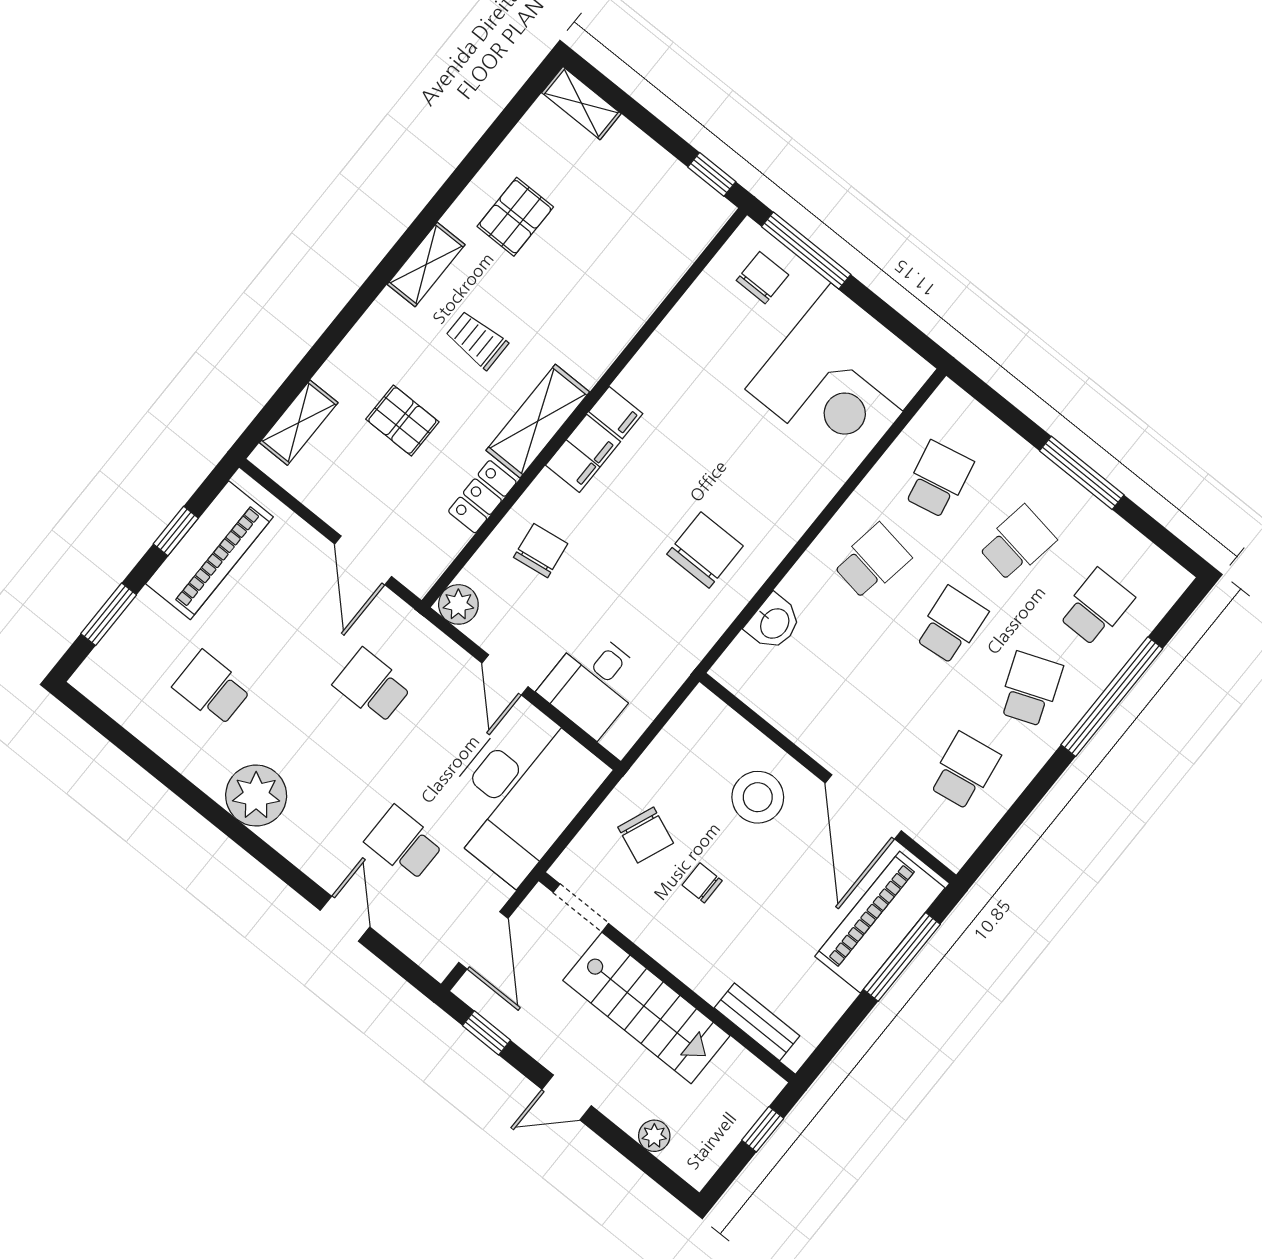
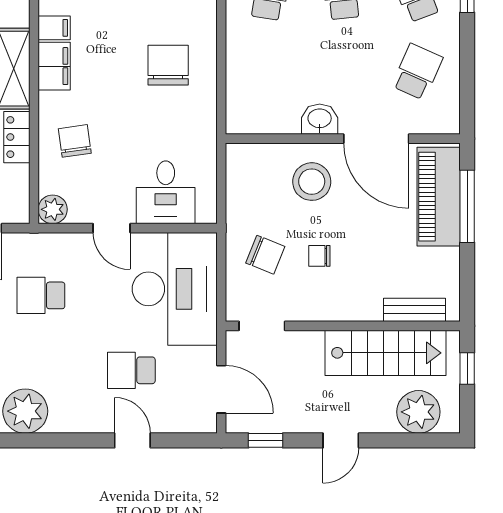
washbasin: (774, 623) -> (320, 119), moved, turned -90
school desk: (964, 771) -> (417, 72), turned 33
stairs: (646, 1008) -> (386, 353), moved
plant: (654, 1136) -> (418, 412), width x1.88, depth x1.88

